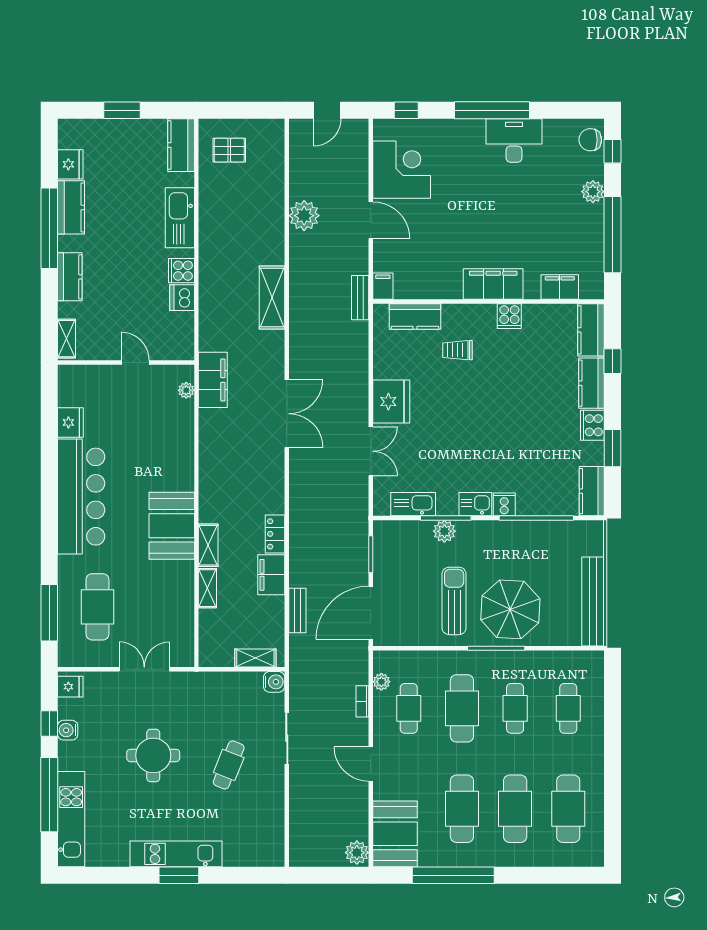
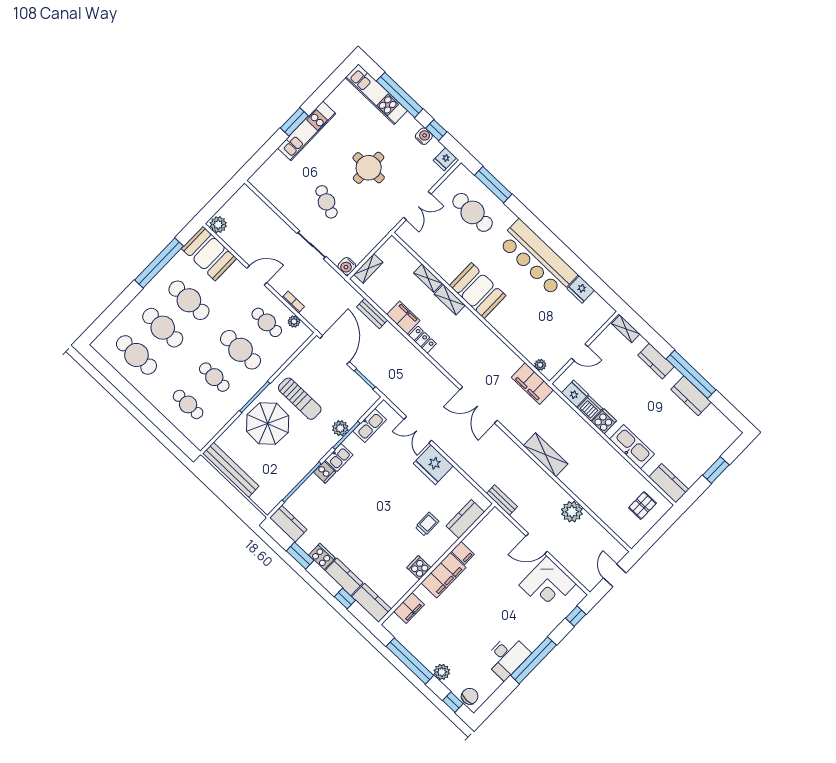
fridge: (70, 164) -> (575, 394), moved, turned 180
filing cabinet: (383, 286) -> (463, 553), moved

